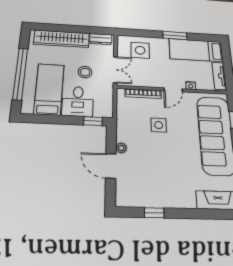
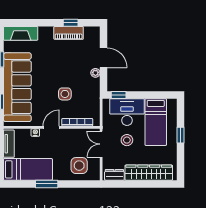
window: (20, 74) -> (181, 135), width x0.32
desk: (78, 101) -> (127, 112), width x1.37
piano: (157, 199) -> (69, 33), added

